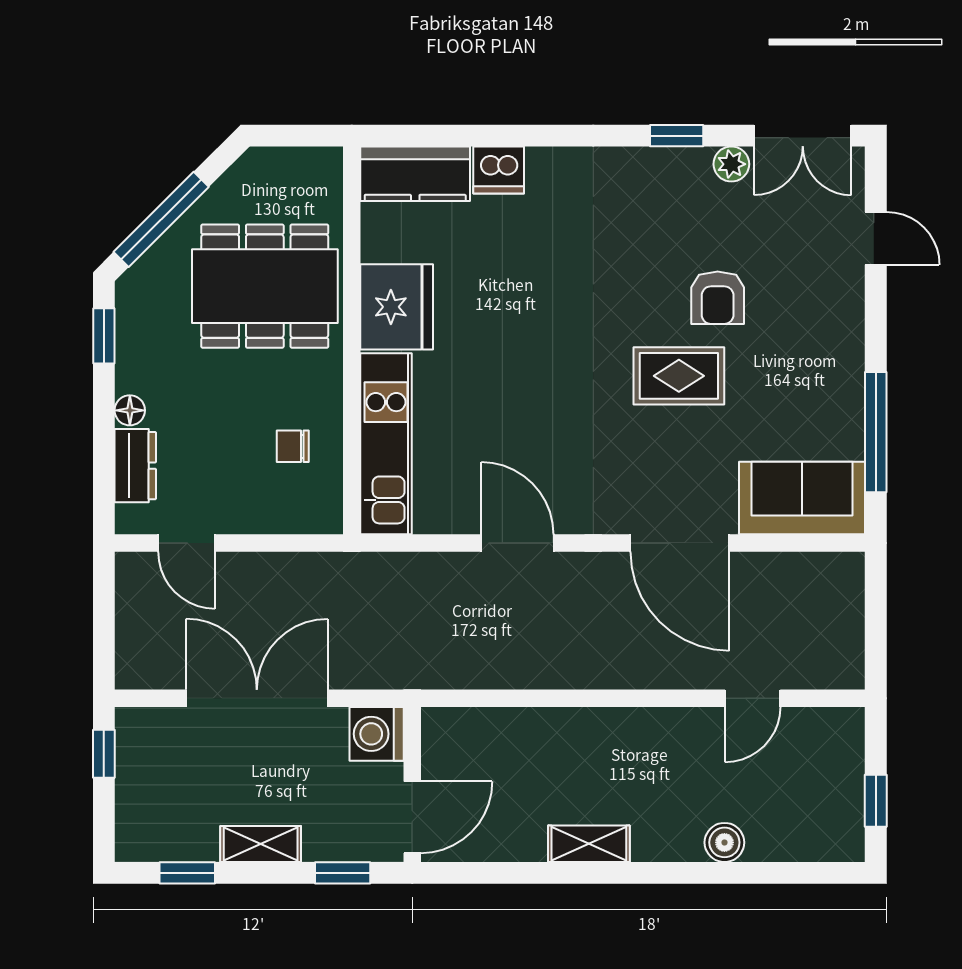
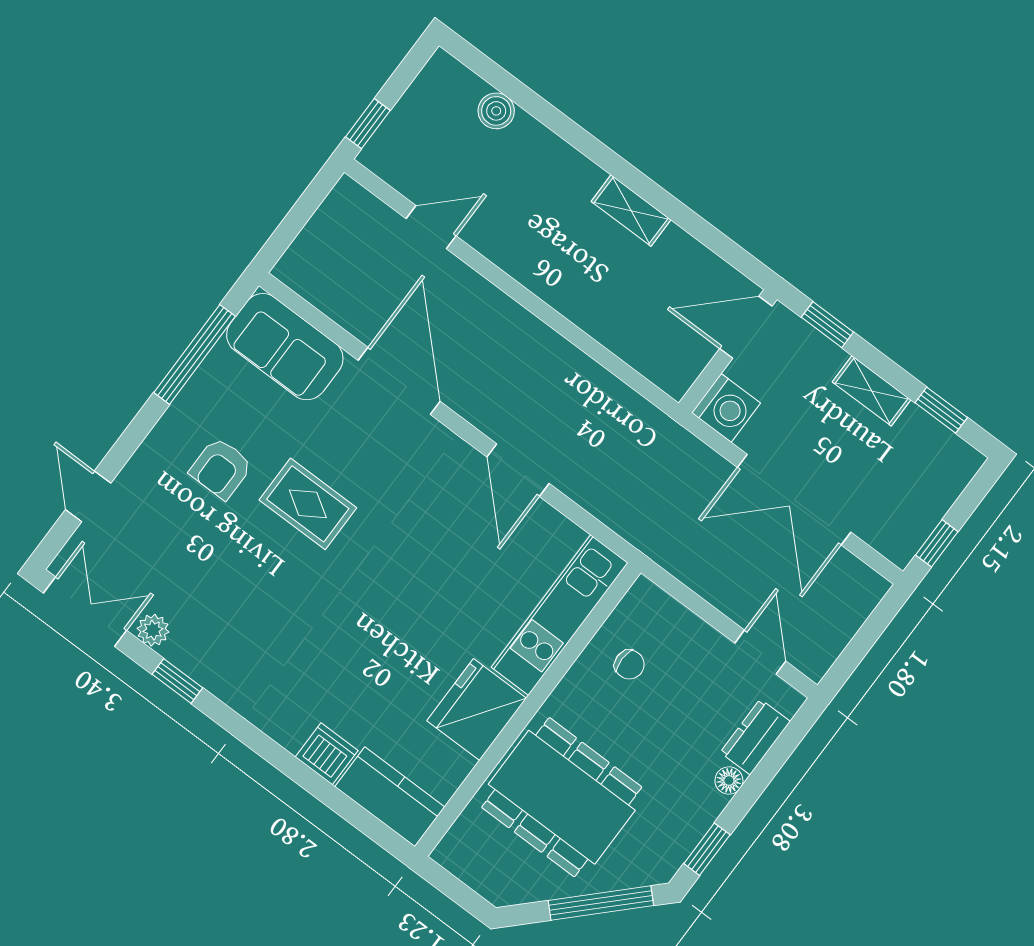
armchair: (718, 298) -> (221, 468), moved, turned 180
window: (876, 801) -> (368, 124), moved
boiler: (724, 842) -> (496, 111), moved

